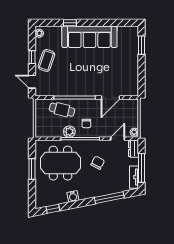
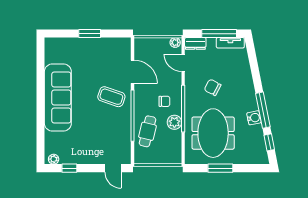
window: (70, 23) -> (41, 122), removed
window: (141, 45) -> (90, 34), moved
window: (32, 57) -> (69, 168), moved
coffee table: (46, 60) -> (111, 97), moved
door: (32, 82) -> (113, 168), hinge flipped
window: (109, 198) -> (263, 110), moved

